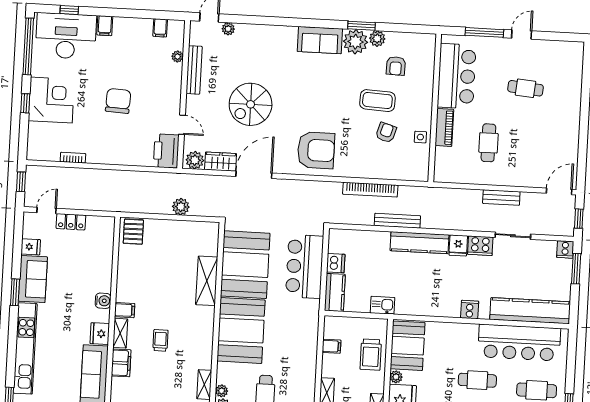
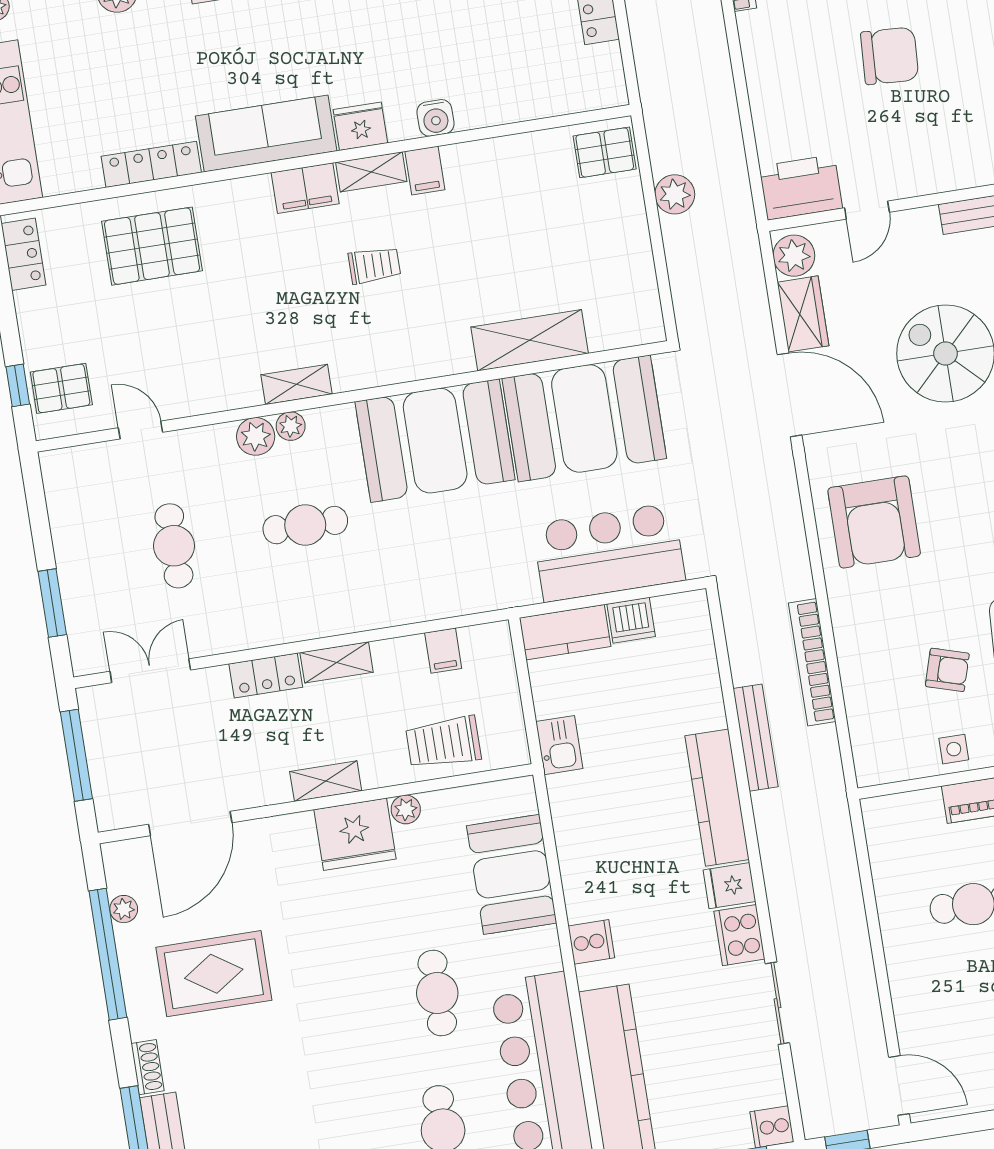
bench: (501, 198) -> (857, 959), removed
plant: (181, 207) -> (675, 194), moved
booth: (408, 346) -> (512, 874), moved, turned 90

